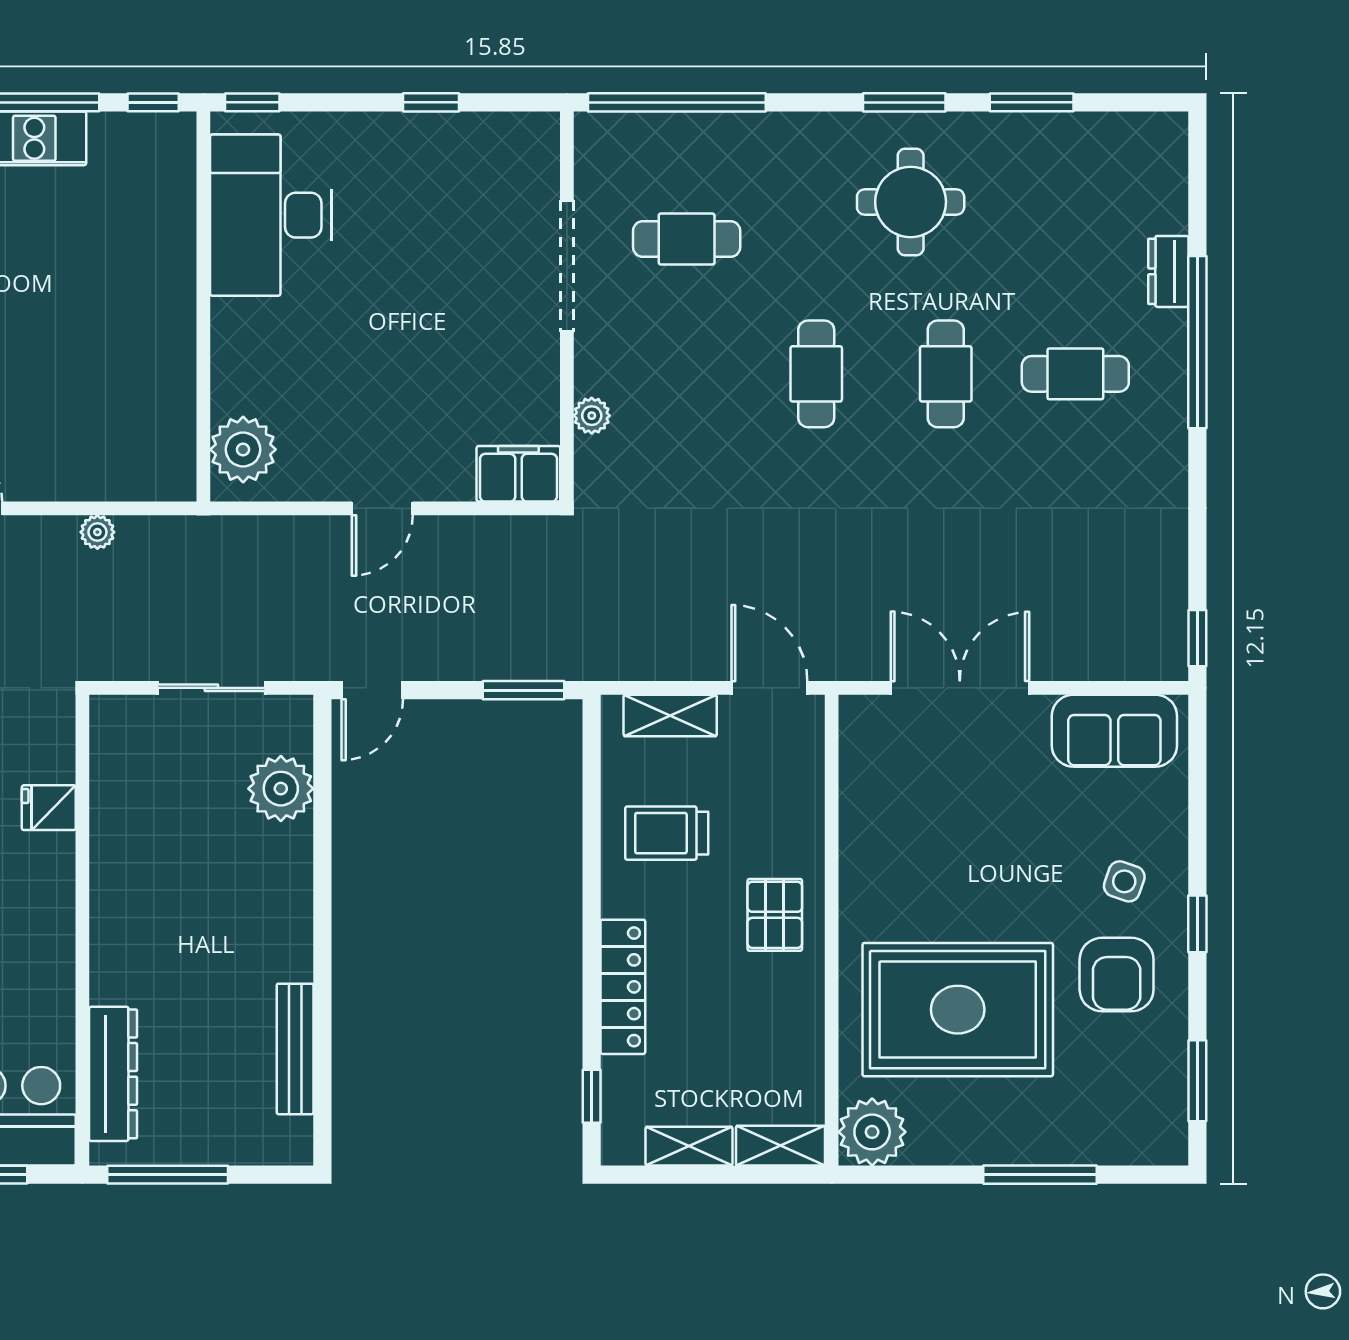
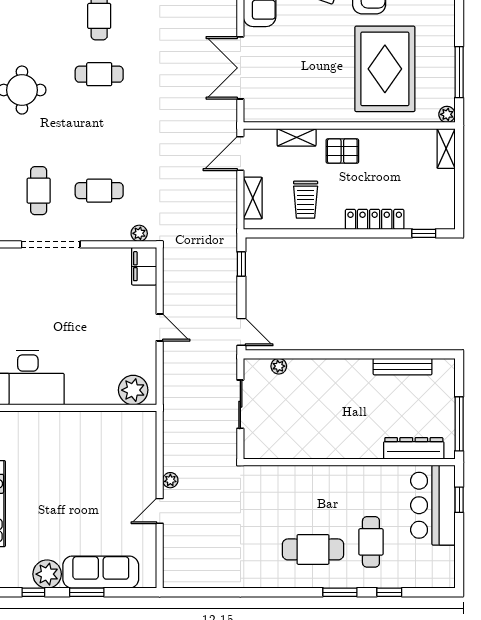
cafe table: (816, 374) -> (99, 191), moved
plant: (592, 416) -> (139, 233), moved
plant: (97, 532) -> (170, 480), moved
window: (523, 690) -> (241, 264), width x0.67
plant: (281, 789) -> (279, 366), width x0.53, depth x0.53
fridge: (49, 808) -> (294, 477), removed
plant: (872, 1132) -> (447, 114), width x0.53, depth x0.53
shelving: (689, 1146) -> (297, 137), moved, turned 90
window: (1040, 1175) -> (459, 72), moved

